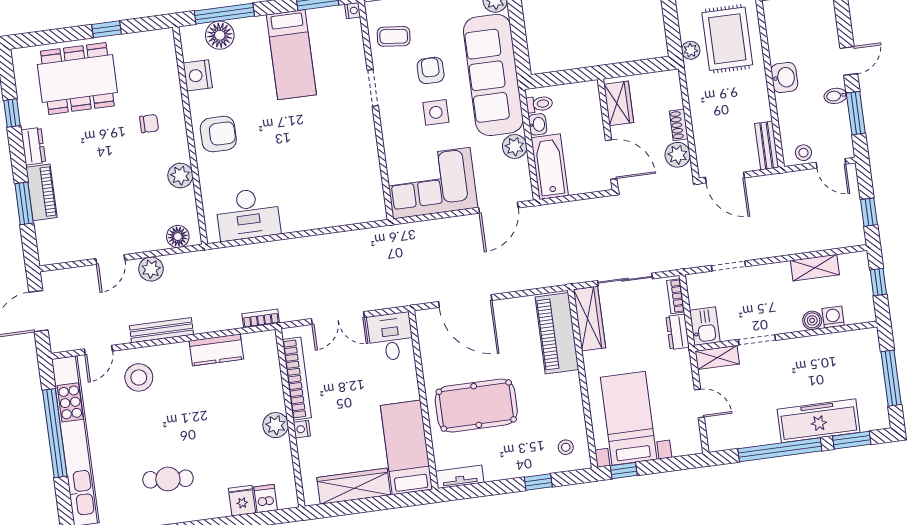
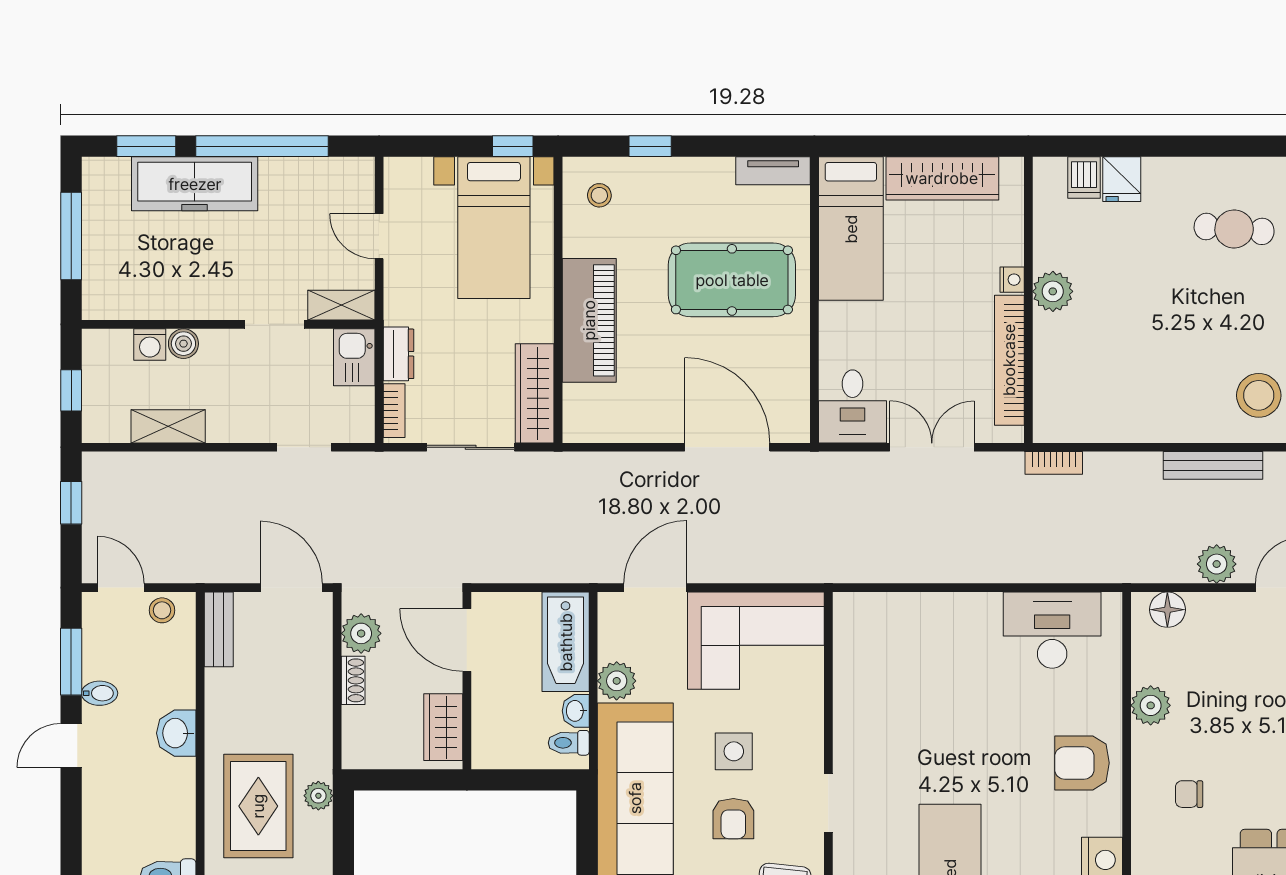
piano: (557, 333) -> (589, 320), moved
kitchen counter: (216, 350) -> (1131, 423), removed

